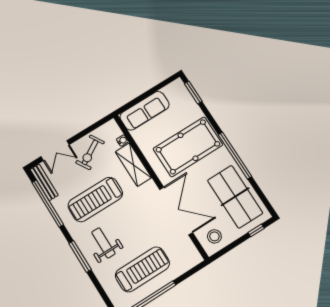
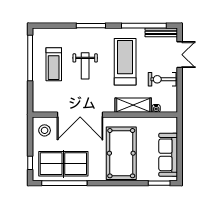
sofa: (145, 111) -> (168, 155), moved
double door: (55, 151) -> (180, 55), swing flipped
exercise bike: (90, 152) -> (162, 79), turned -59
window: (235, 156) -> (64, 183), moved
weight bench: (103, 243) -> (85, 66), moved, turned 90
treadmill: (142, 269) -> (54, 64), width x0.73, depth x0.73

